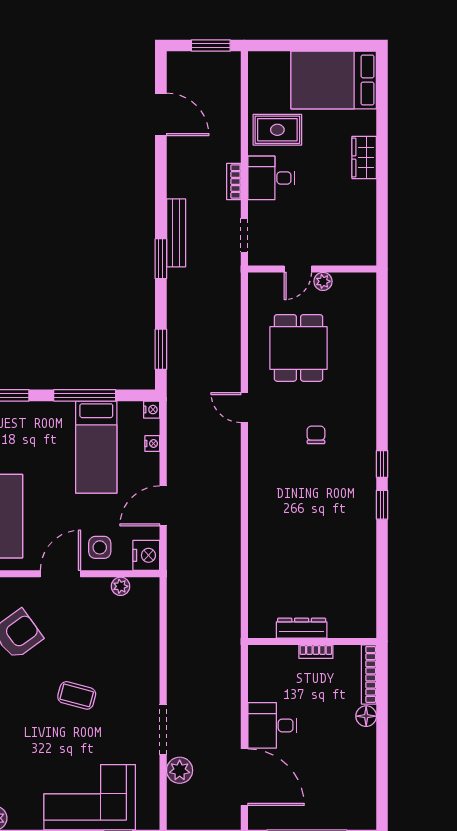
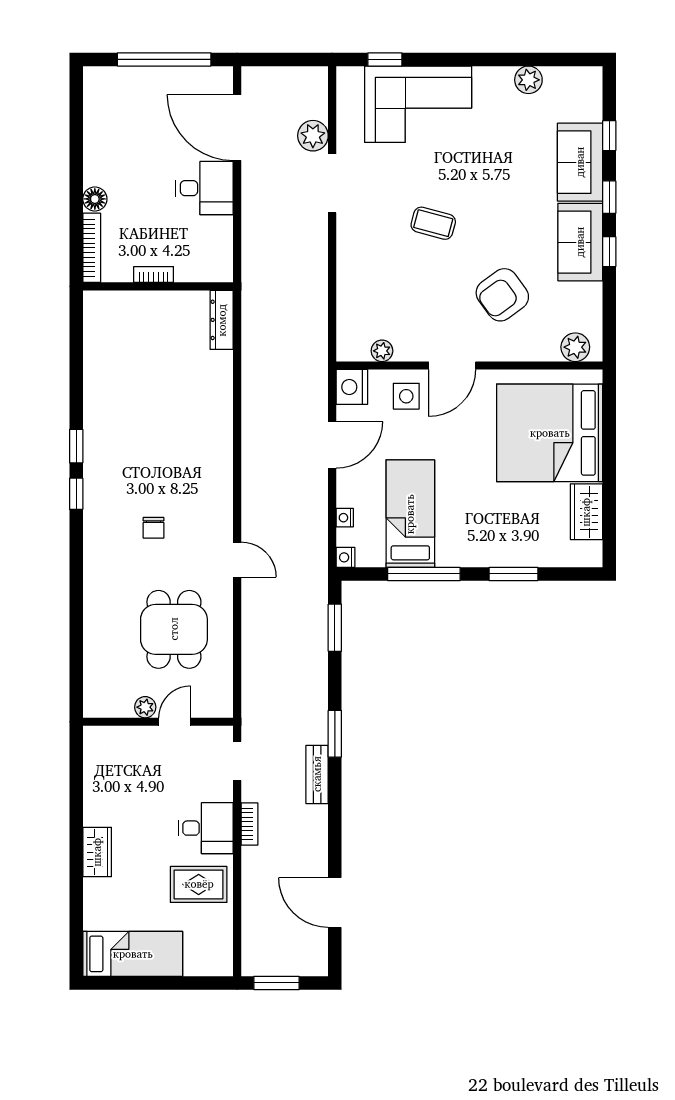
bed: (334, 80) -> (133, 954), width x0.67
bench: (176, 233) -> (317, 774), width x0.73
dresser: (302, 628) -> (222, 320), moved, turned 90

